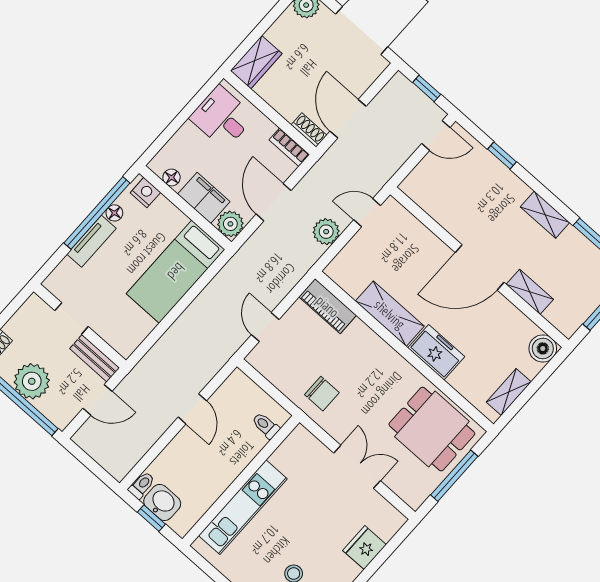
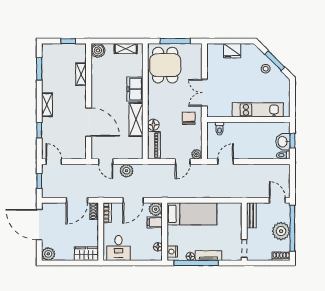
filing cabinet: (204, 198) -> (155, 222), width x0.50
shelving: (545, 215) -> (47, 105), moved
door: (480, 267) -> (89, 122), moved
doorway: (72, 318) -> (244, 248), moved
floor lamp: (359, 333) -> (153, 125), added
plant: (258, 357) -> (197, 154), added
door: (98, 400) -> (277, 200), moved
door: (192, 409) -> (226, 162), moved
double door: (357, 467) -> (204, 93), moved

